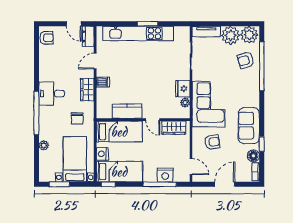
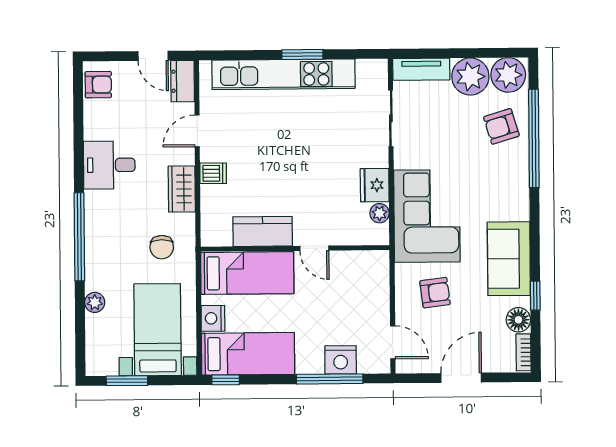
desk: (52, 94) -> (109, 165), moved
wardrobe: (174, 128) -> (357, 264), removed

